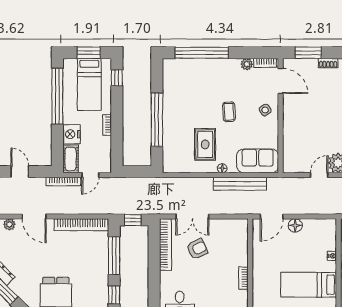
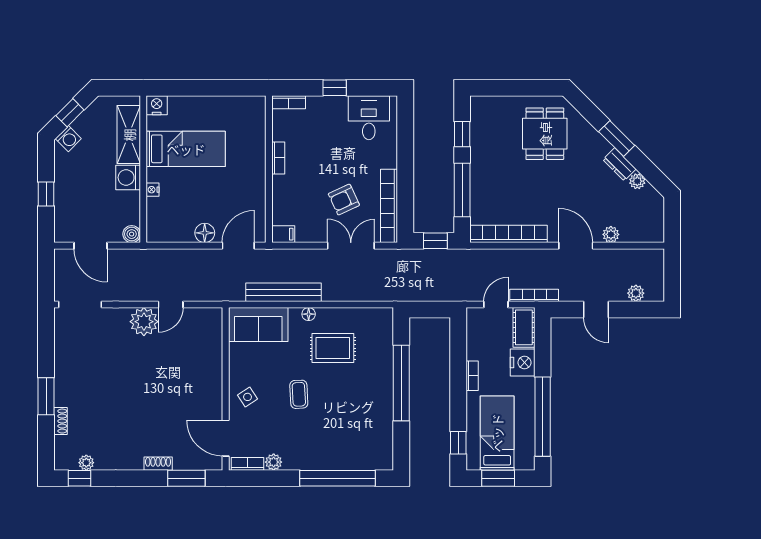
rug: (205, 144) -> (333, 348), turned 90
filing cabinet: (240, 225) -> (283, 234), added

